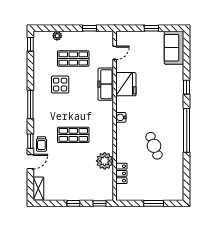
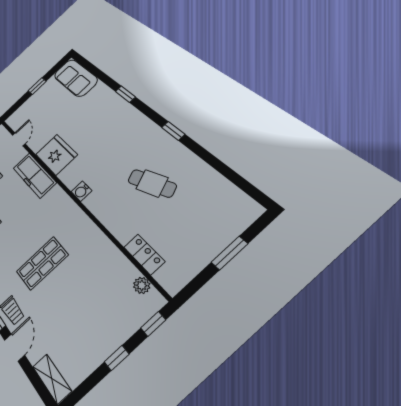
window: (187, 130) -> (173, 131), width x0.32
plant: (105, 161) -> (142, 285), moved, width x0.53, depth x0.53

